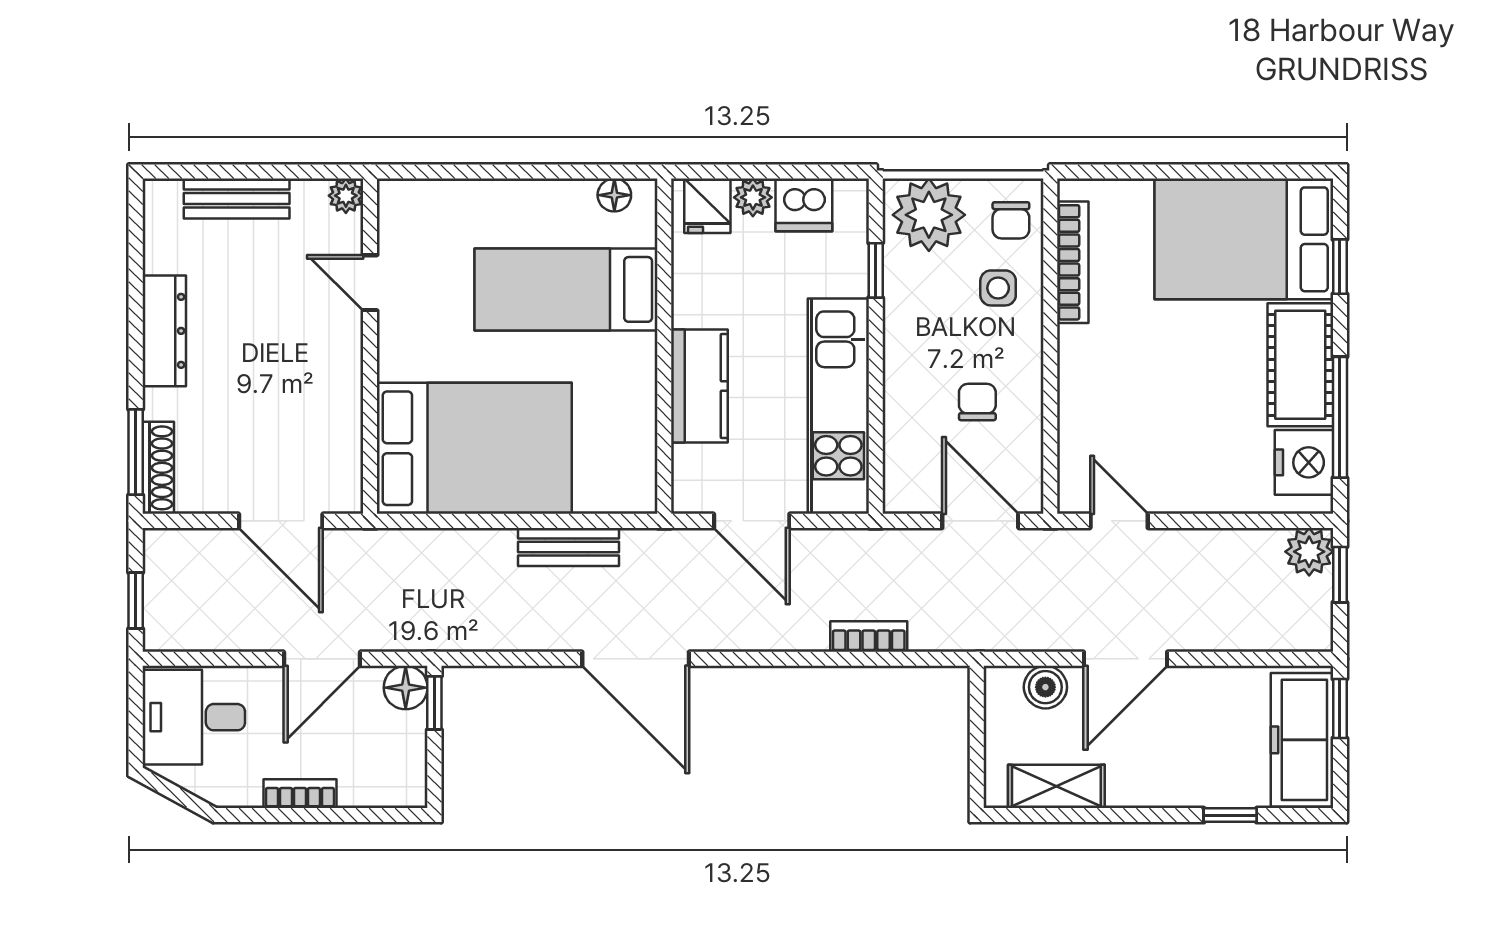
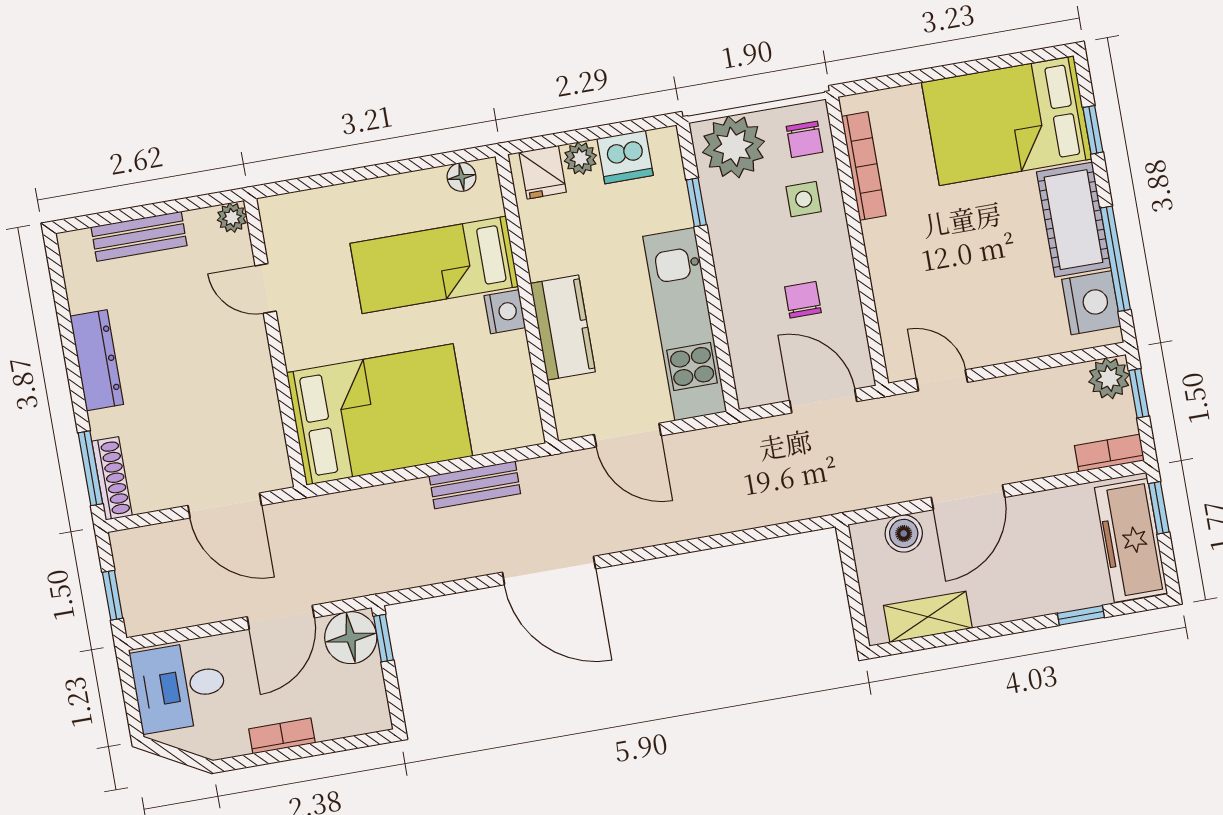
nightstand: (637, 357) -> (505, 312), added
bookcase: (869, 637) -> (1109, 453), moved
floor lamp: (406, 688) -> (351, 638), width x1.38, depth x1.38

